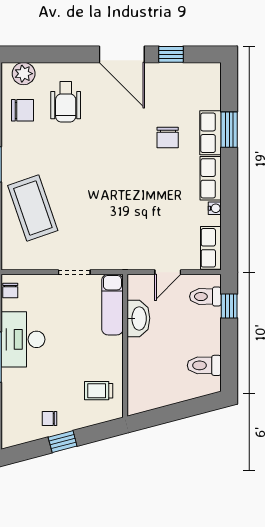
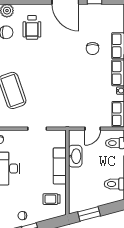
exam couch: (112, 305) -> (60, 166), moved
window: (162, 416) -> (89, 214), added

